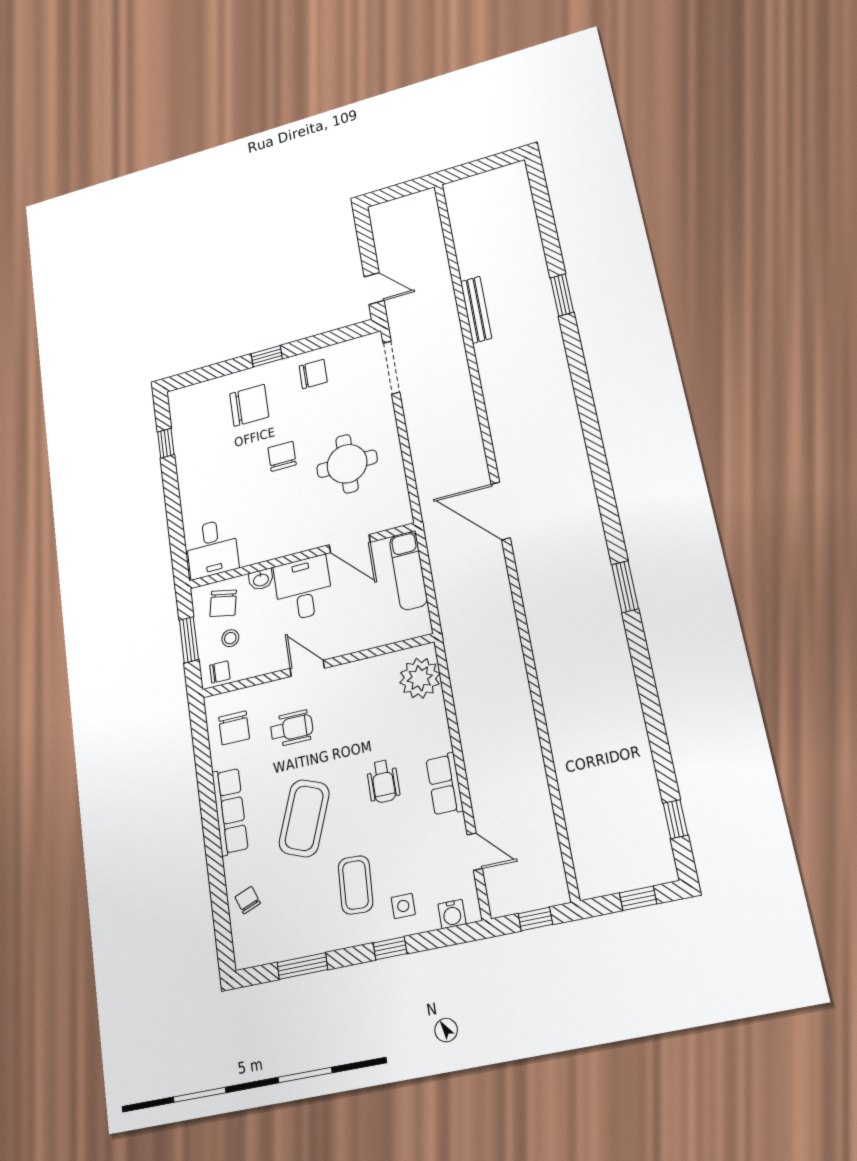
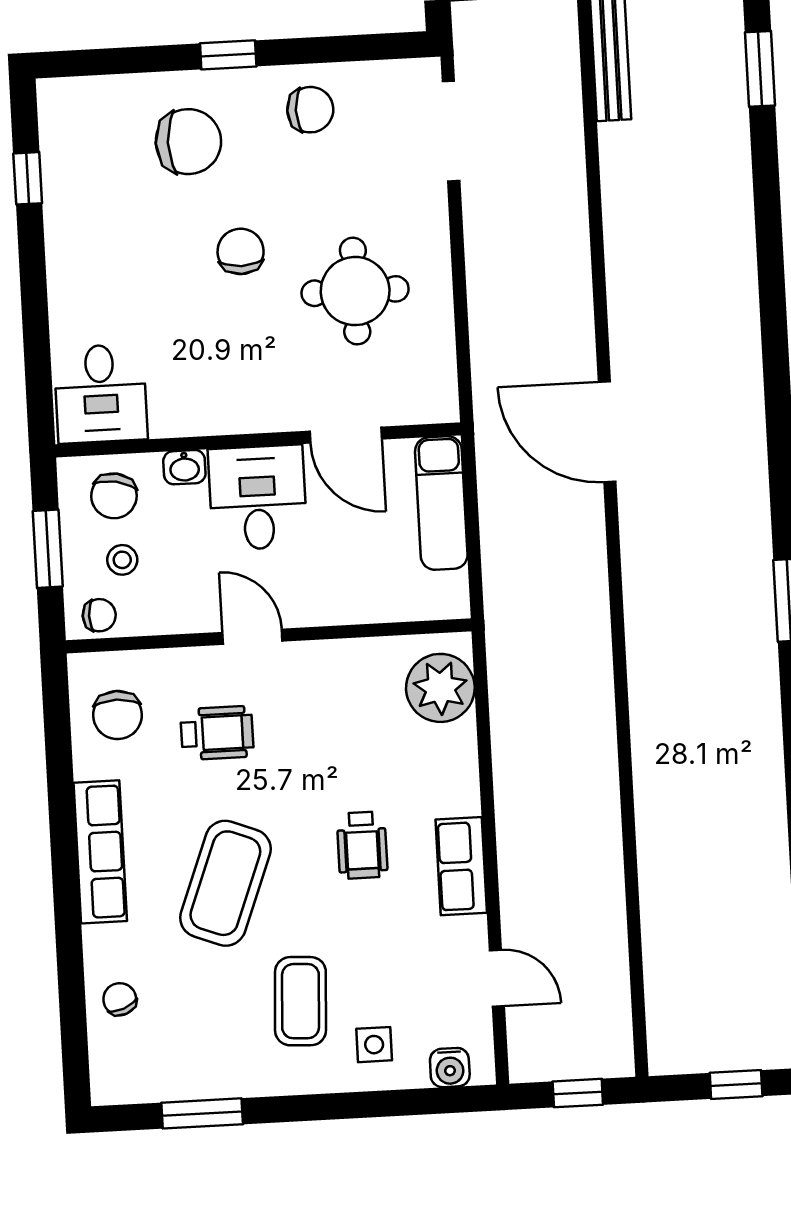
window: (390, 948) -> (346, 1106), removed

